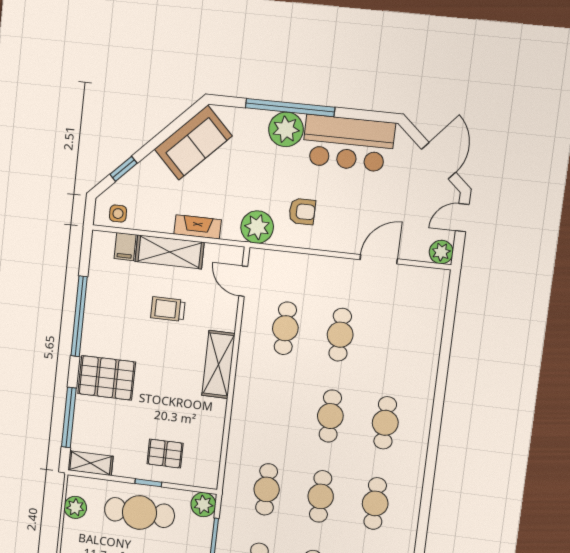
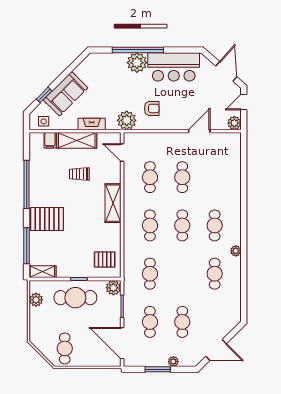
sofa: (193, 143) -> (66, 94), moved
pallet: (165, 454) -> (105, 260), moved
plant: (416, 470) -> (236, 251), added
cafe table: (321, 496) -> (150, 225), moved

